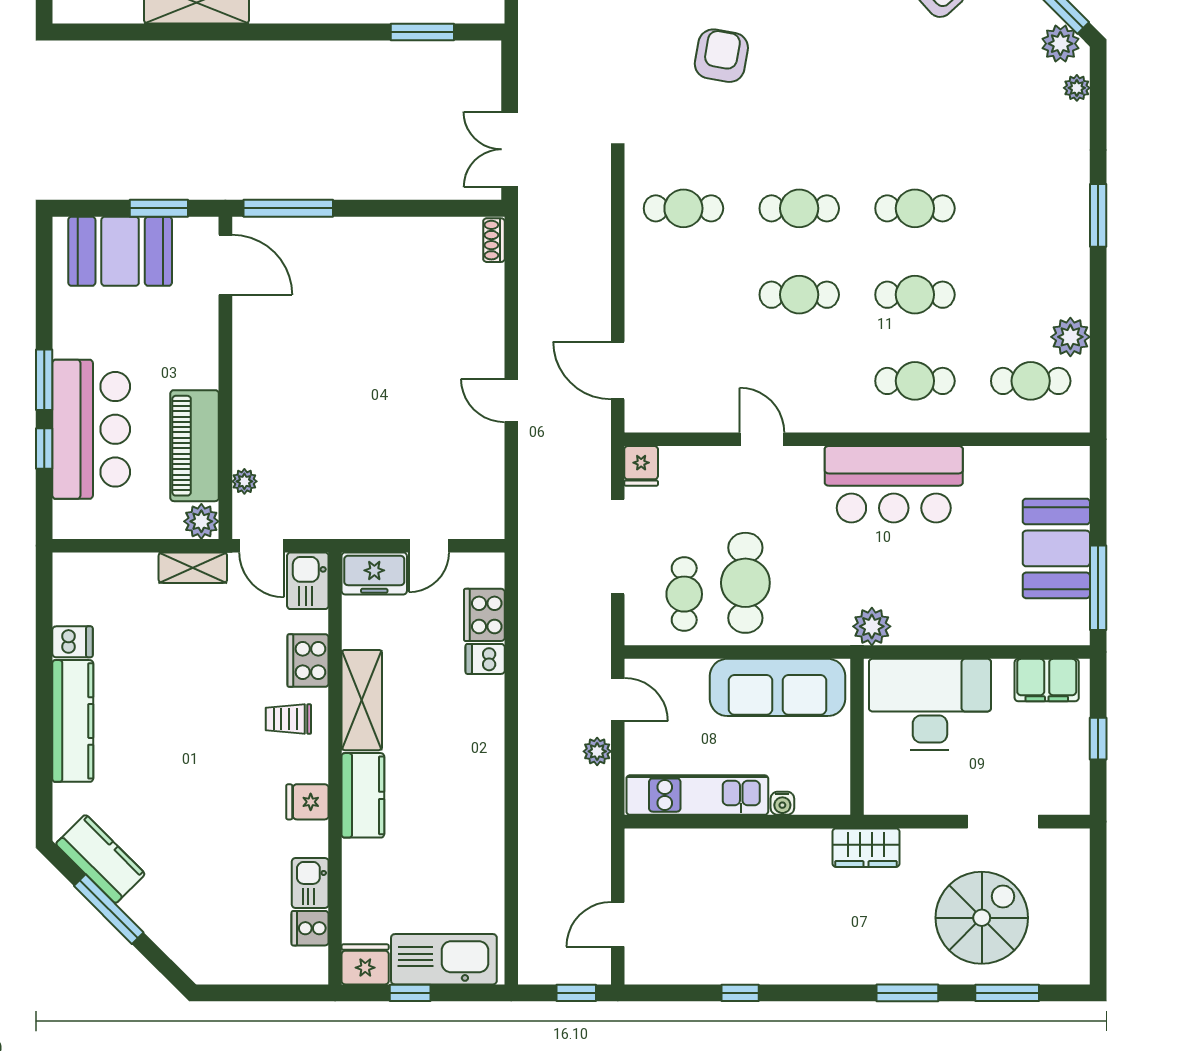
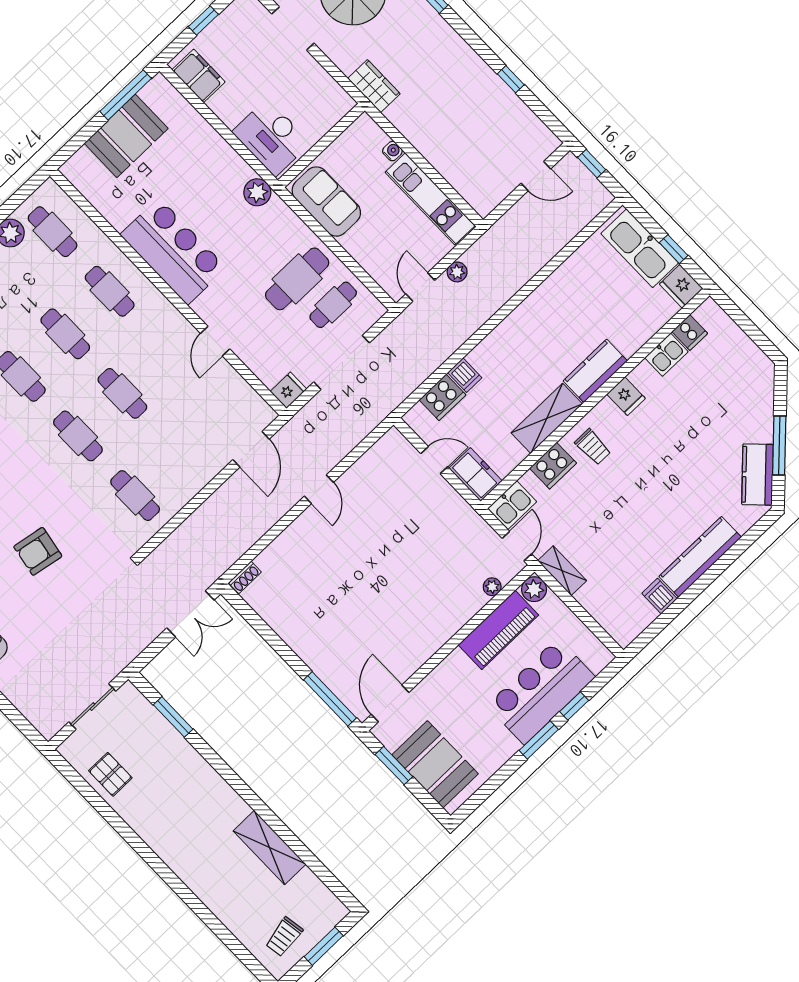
sofa: (778, 687) -> (326, 202), width x0.73
desk: (930, 704) -> (271, 138), width x0.73, depth x0.77

